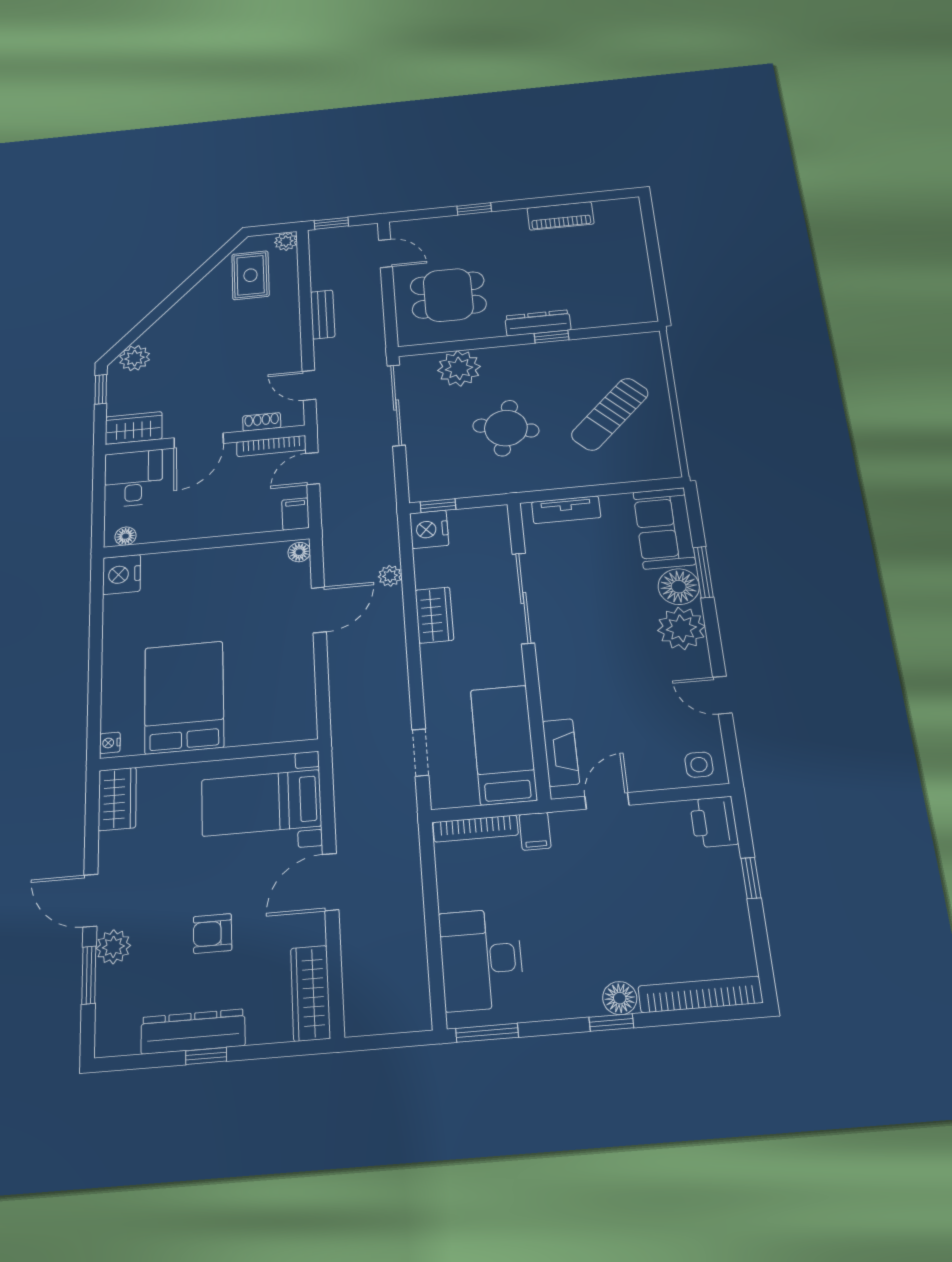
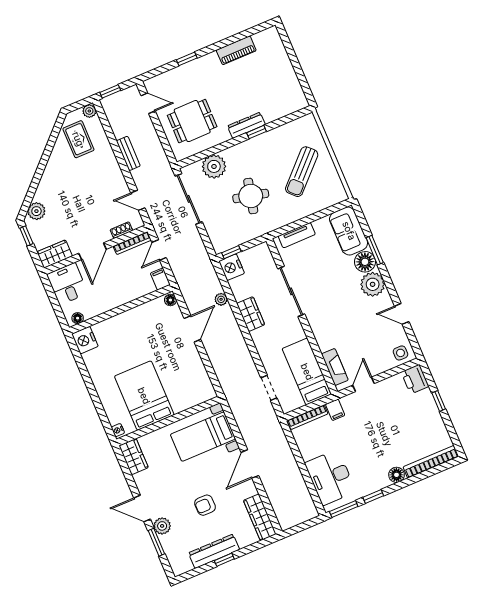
window: (611, 1023) -> (373, 497), moved

